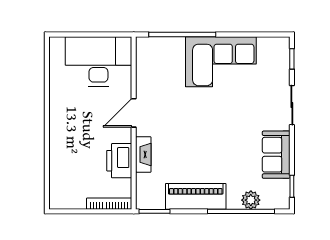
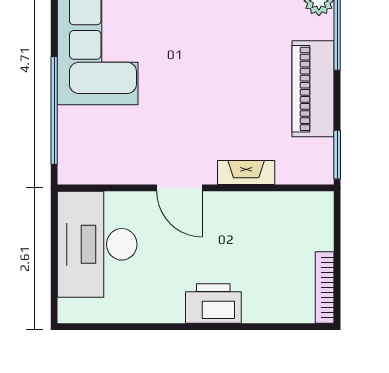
printer: (119, 161) -> (213, 304), moved, turned 180
bookcase: (109, 204) -> (325, 287), moved

